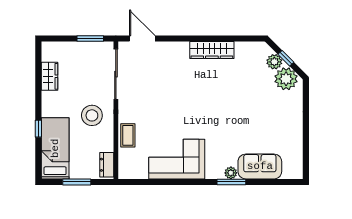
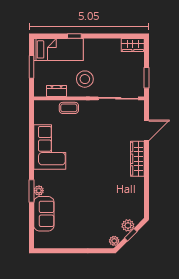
door: (142, 39) -> (147, 130), moved
wardrobe: (212, 50) -> (137, 159), moved
wardrobe: (49, 76) -> (133, 45), moved
plant: (286, 79) -> (114, 241), width x0.53, depth x0.53
dresser: (107, 165) -> (56, 91), moved

